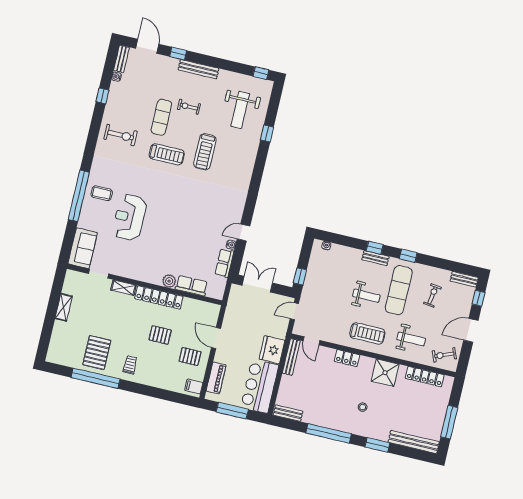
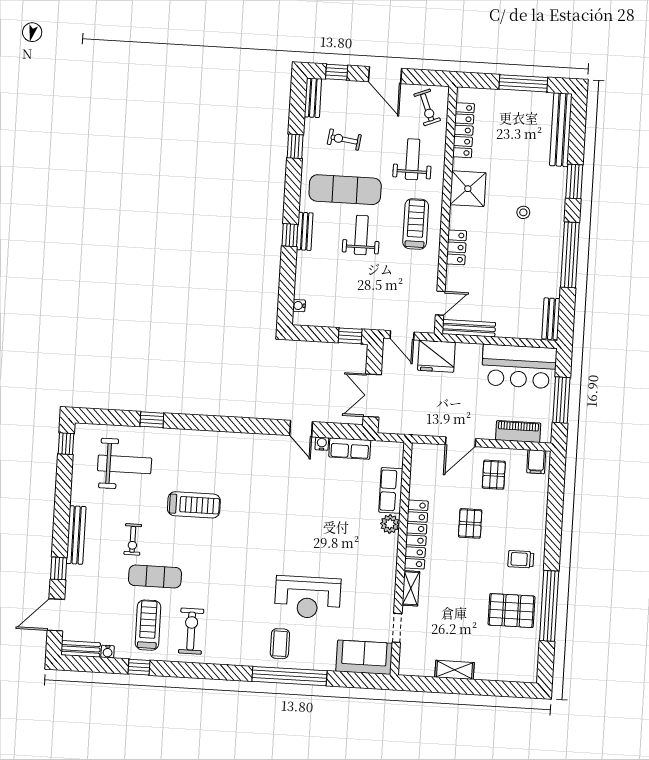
treadmill: (167, 154) -> (148, 625), moved
window: (408, 256) -> (295, 146), moved
fridge: (272, 350) -> (436, 356), moved

